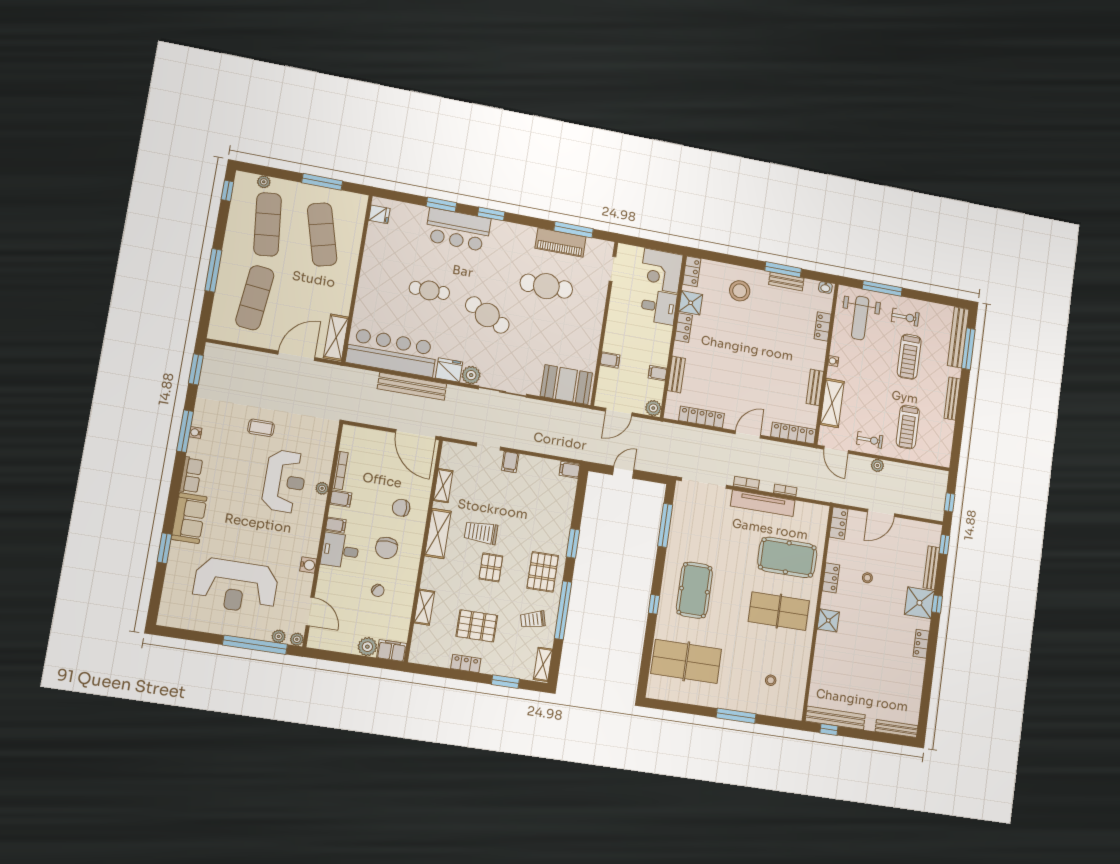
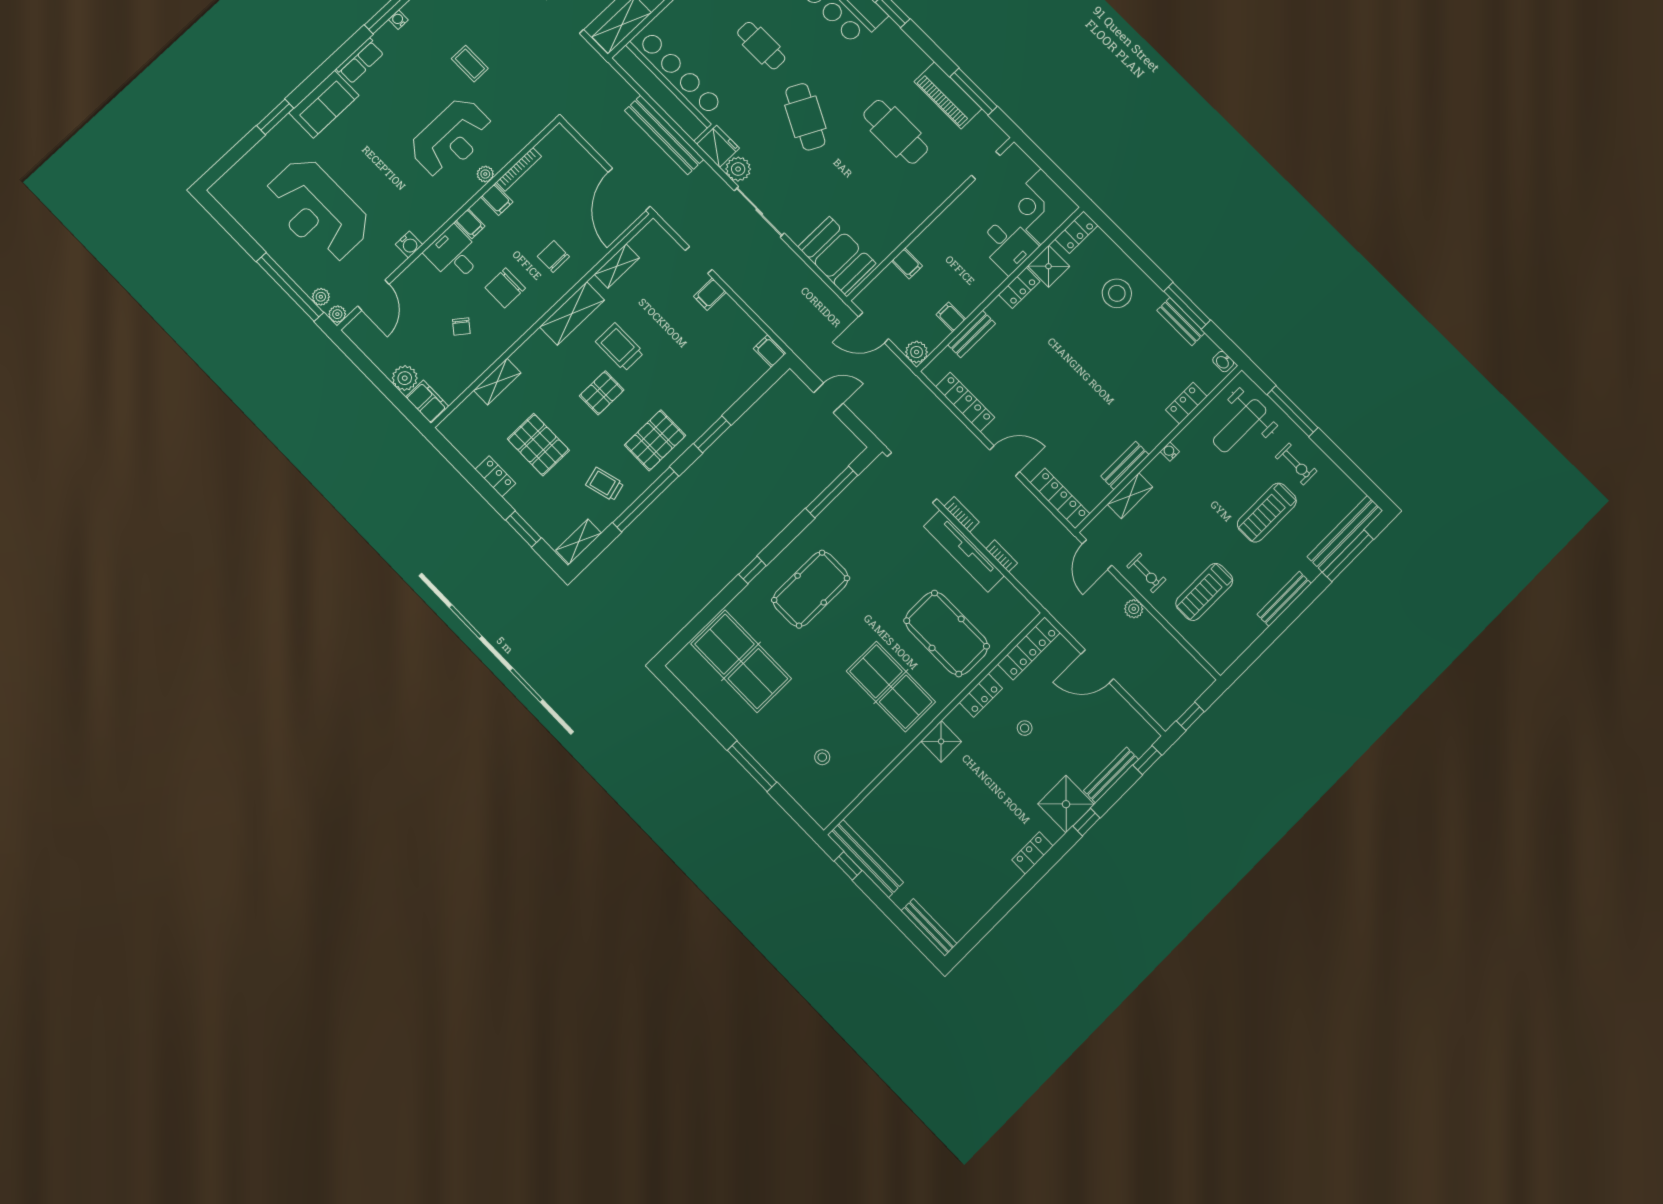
shelving: (832, 403) -> (1130, 496), width x0.67, depth x0.75
locker: (839, 523) -> (1029, 648), width x1.53

